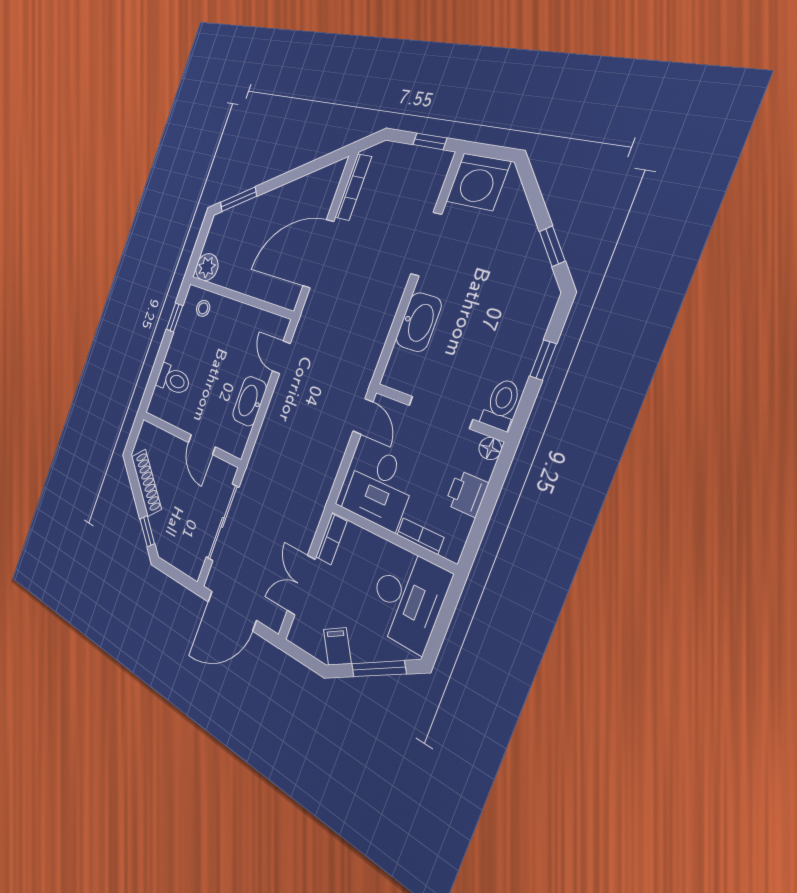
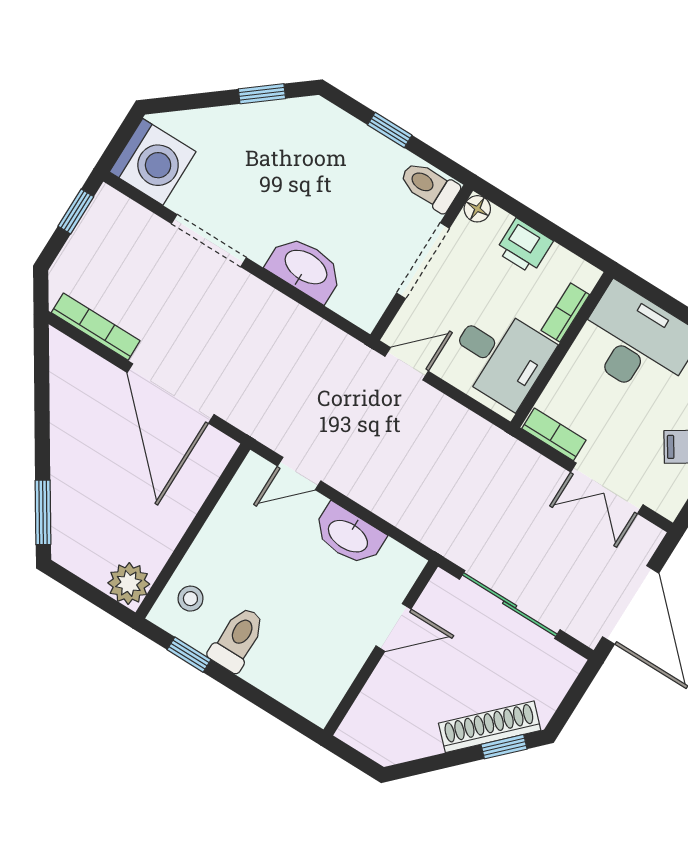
toilet: (173, 380) -> (237, 639), moved
shoe rack: (146, 483) -> (490, 727), moved

